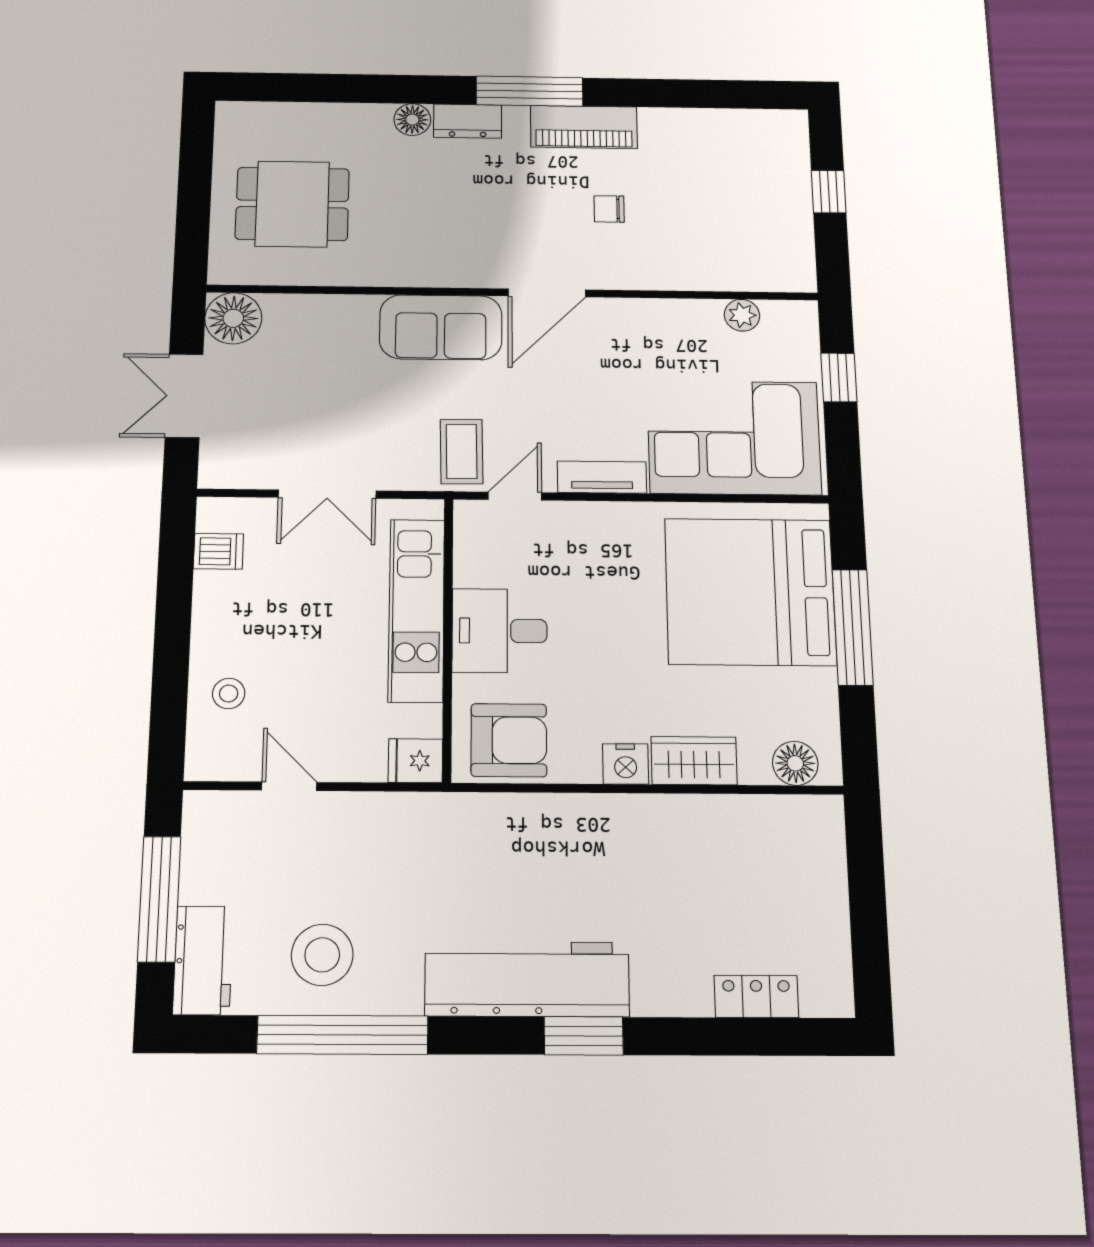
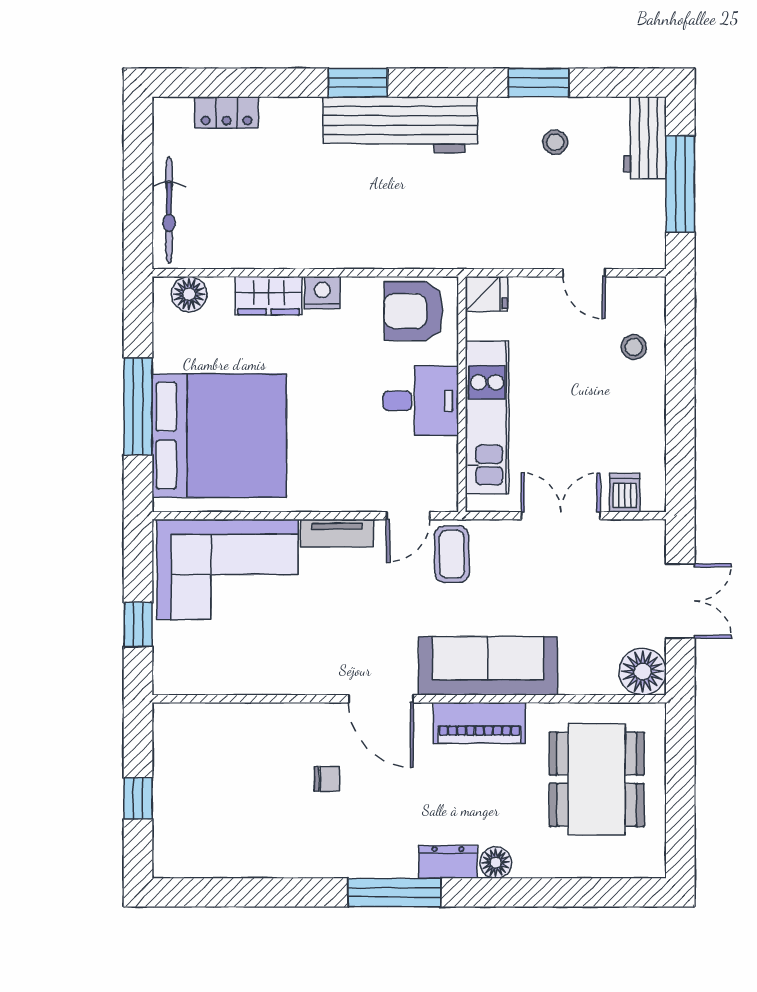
piano: (584, 127) -> (479, 723), moved, turned 180
dining table: (292, 204) -> (597, 779), width x1.38
door: (547, 293) -> (381, 699), swing flipped
plant: (742, 315) -> (217, 680), removed
sofa: (441, 327) -> (488, 666), width x1.36
dishwasher: (218, 551) -> (625, 493), moved, turned 90
bicycle: (826, 869) -> (169, 210), added
stool: (322, 955) -> (555, 142), width x0.53, depth x0.53
window: (343, 1035) -> (538, 83), width x0.47

